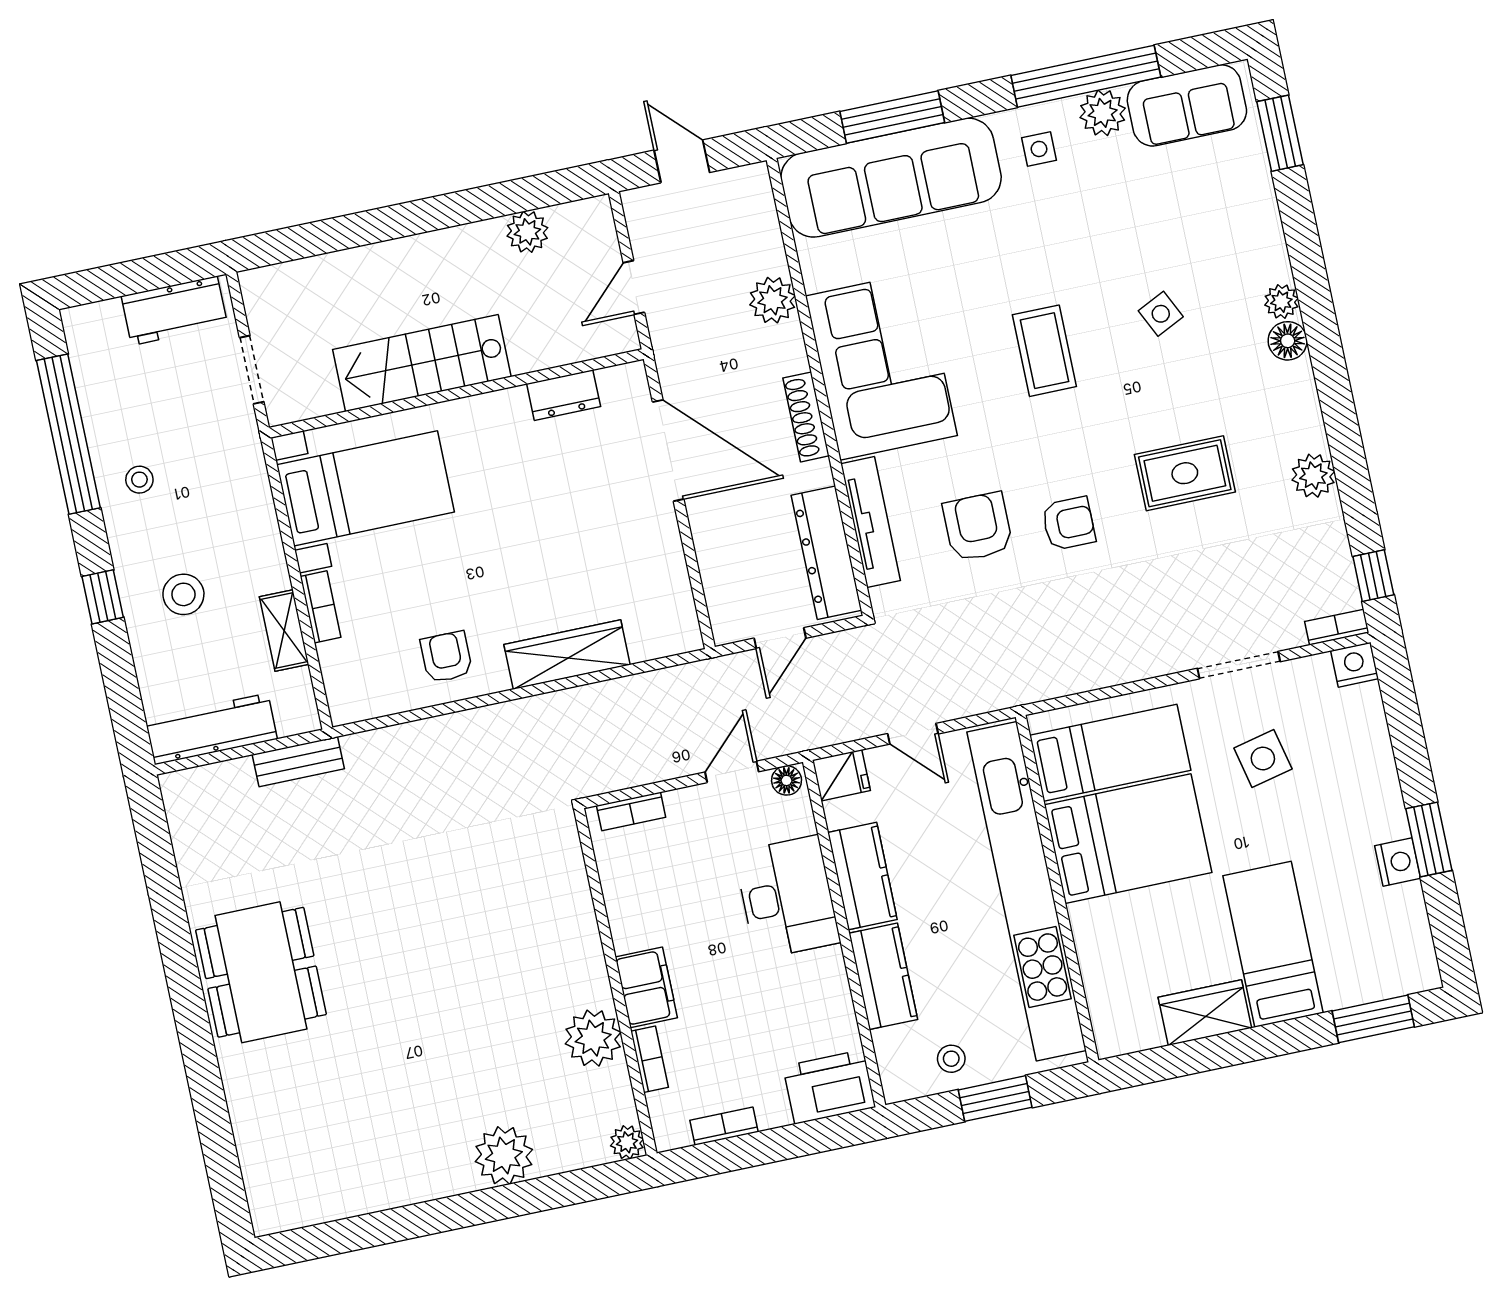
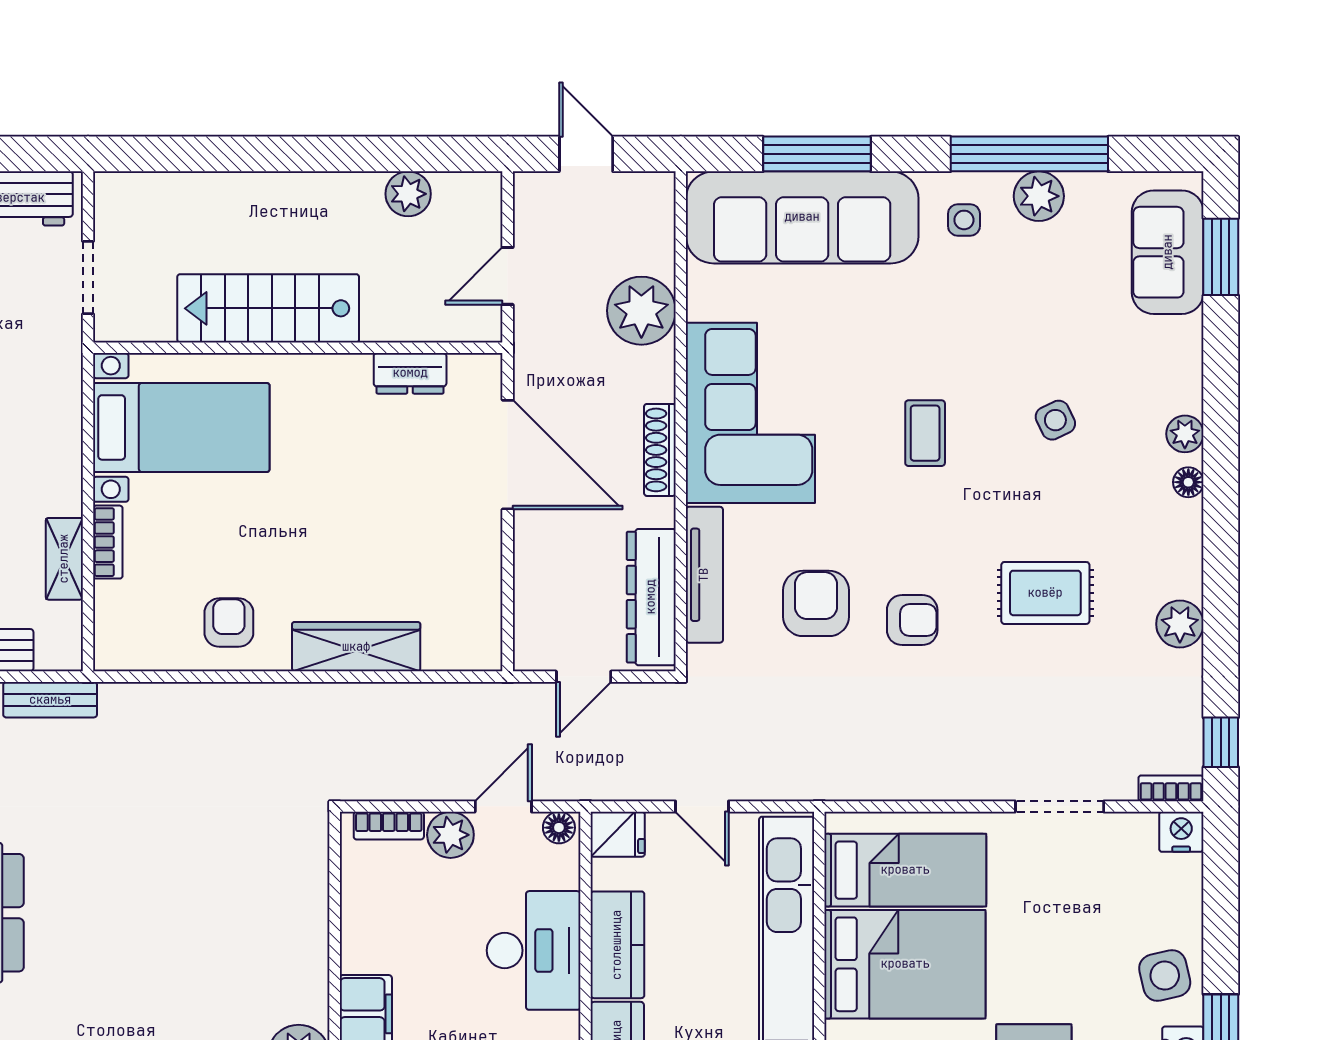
sofa: (1187, 105) -> (1168, 252), moved, turned 90
plant: (772, 300) -> (641, 311), width x1.36, depth x1.36
floor lamp: (1288, 341) -> (1188, 482), width x0.73, depth x0.73
coffee table: (1044, 351) -> (925, 433), width x0.73, depth x0.77
side table: (1263, 758) -> (1165, 975), moved
plant: (689, 808) -> (450, 835), added

